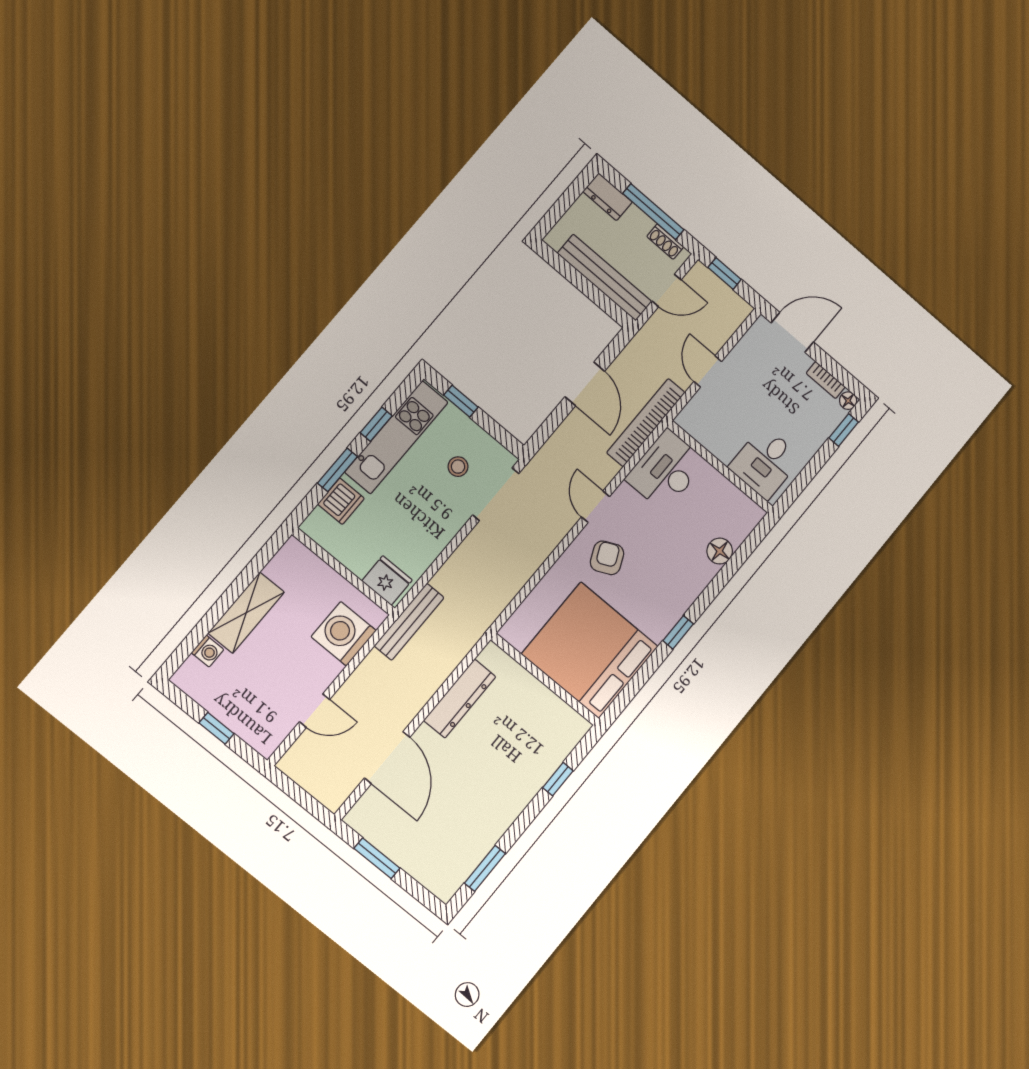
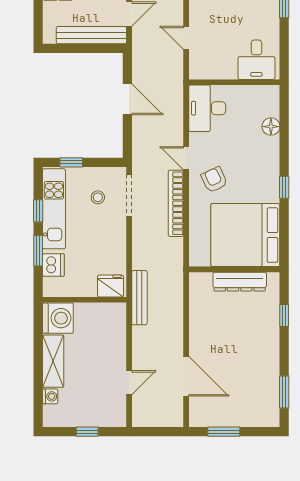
bookcase: (646, 423) -> (176, 203), moved
washing machine: (344, 634) -> (58, 318), moved, turned 180
dresser: (460, 699) -> (240, 282), moved, turned 90

